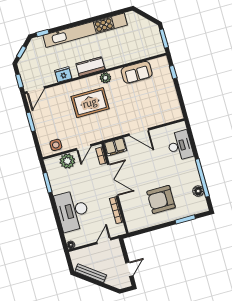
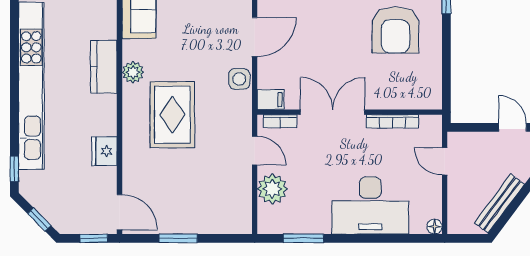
kitchen counter: (90, 67) -> (104, 67), moved
side table: (56, 145) -> (239, 79), moved
filing cabinet: (115, 147) -> (271, 100), width x0.50

